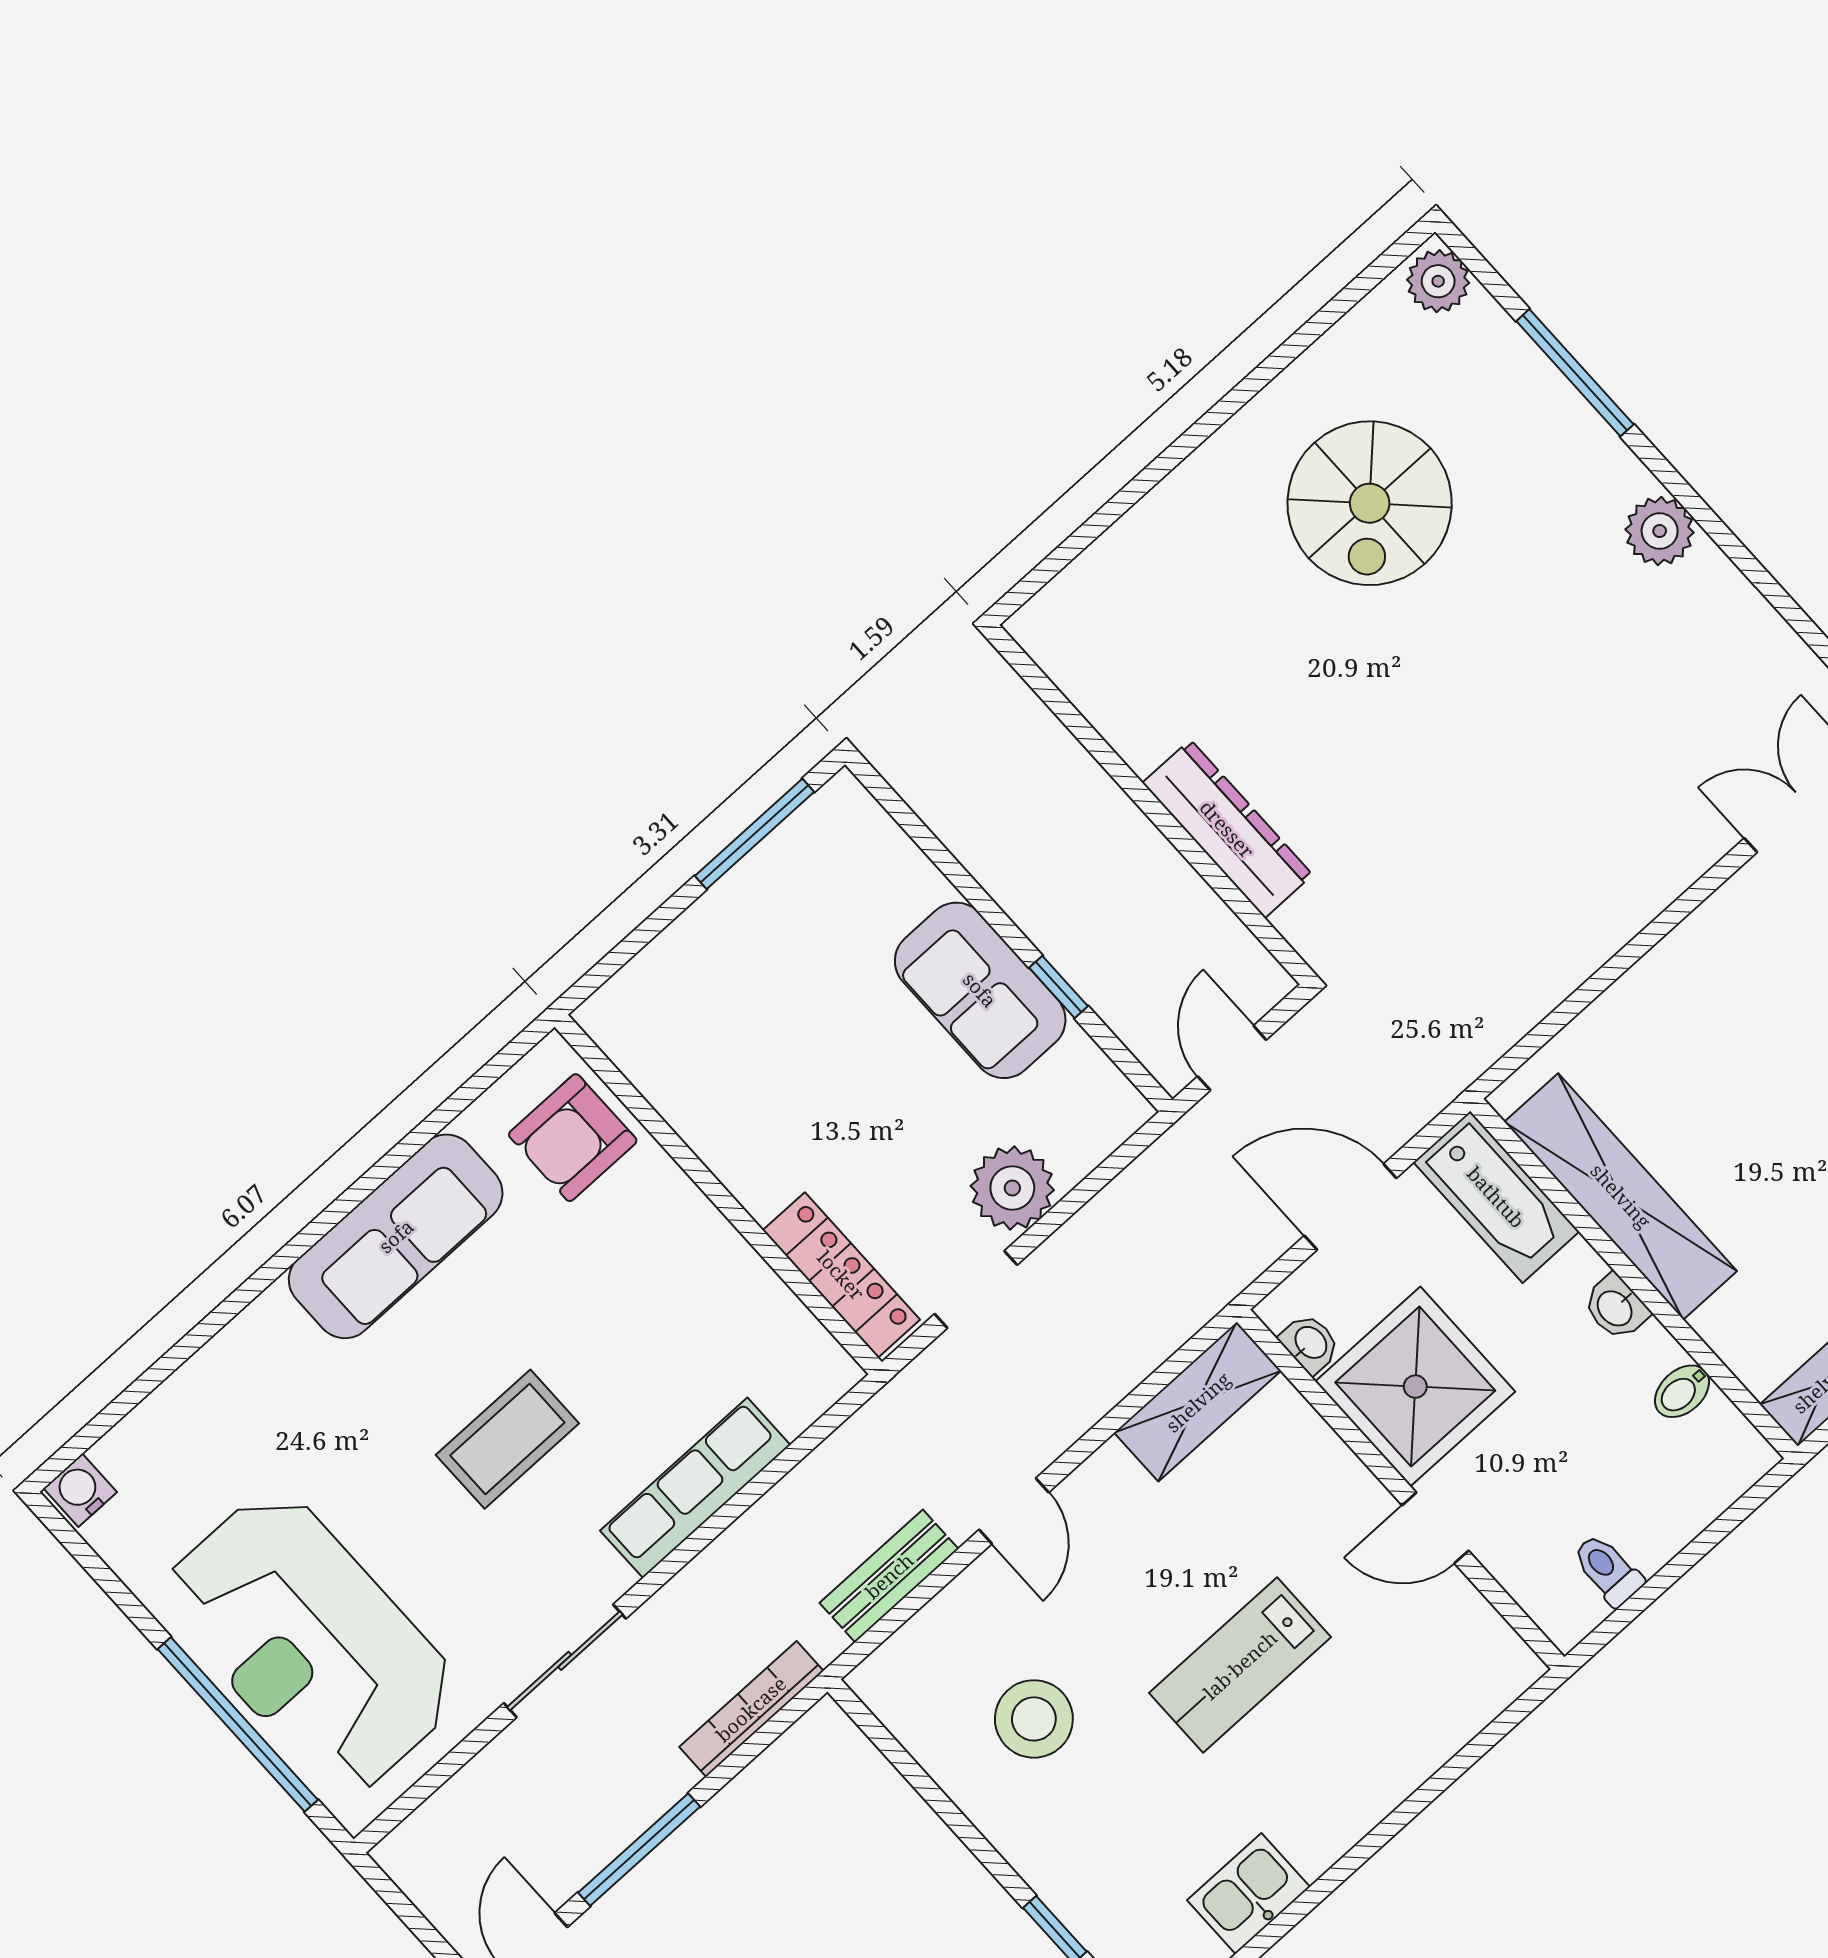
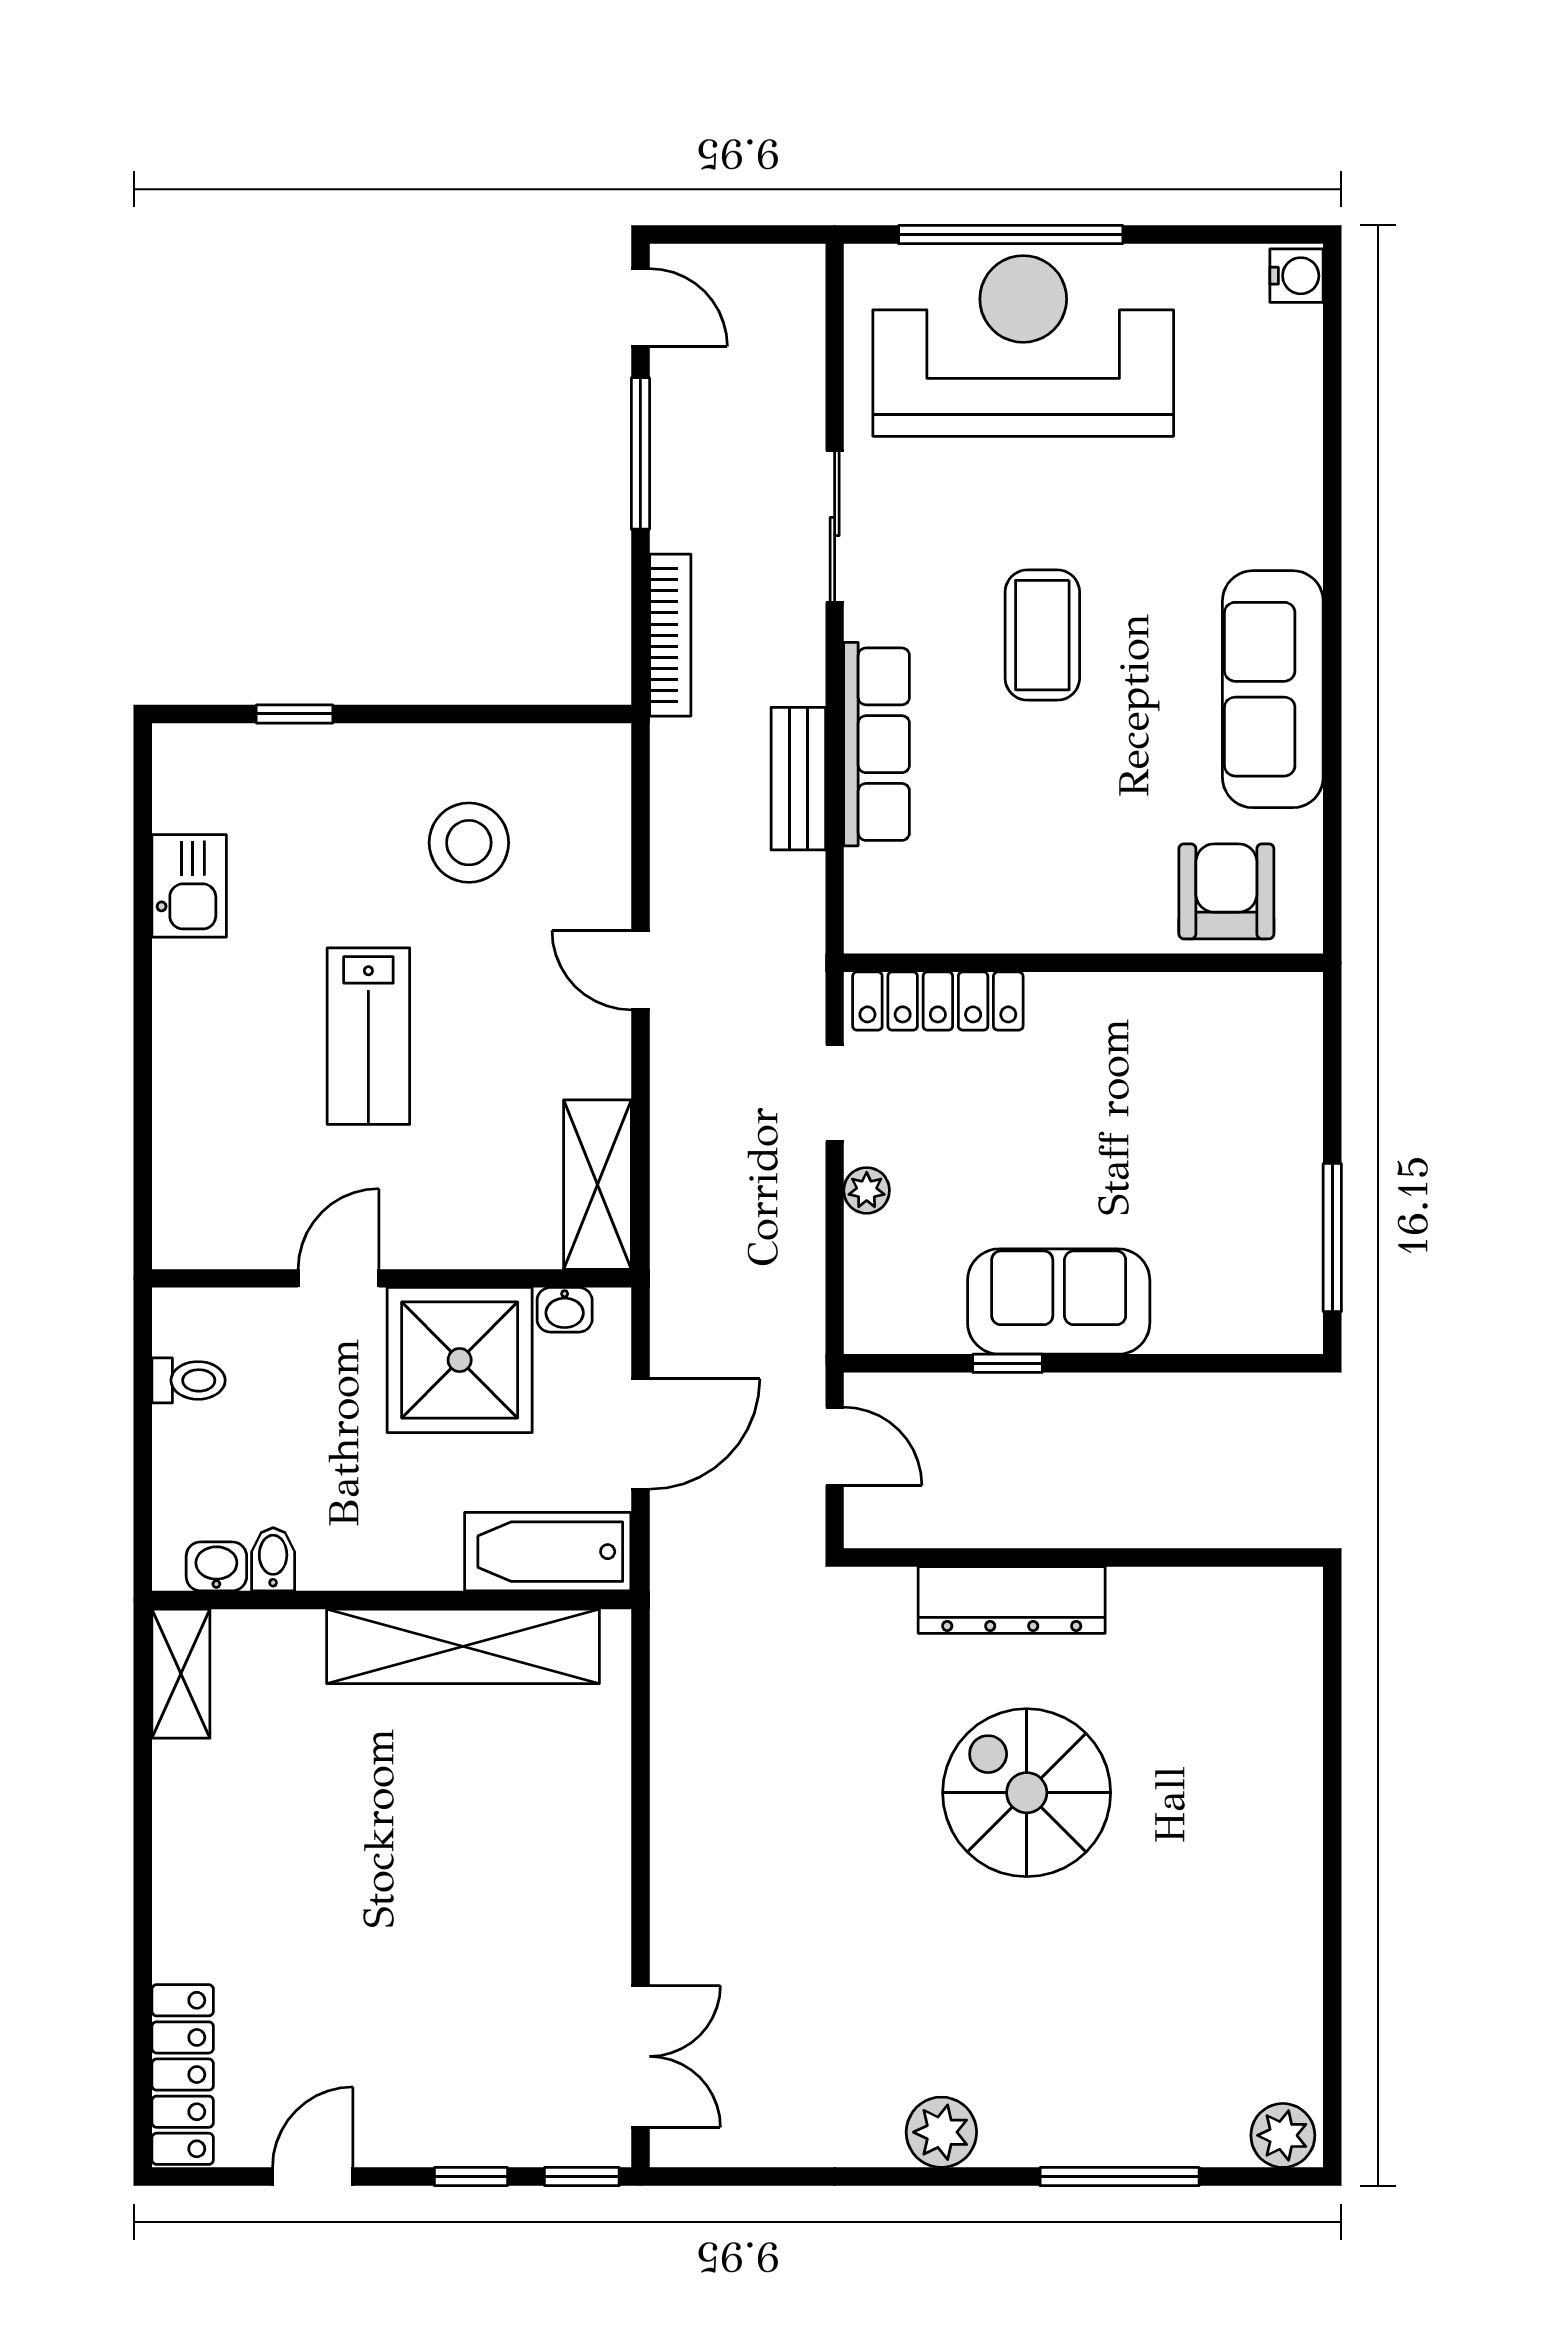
spiral stairs: (1370, 503) -> (1027, 1793), moved
plant: (1012, 1188) -> (867, 1190), width x0.53, depth x0.53
washbasin: (1616, 1307) -> (216, 1566), moved
bench: (889, 1576) -> (798, 779), moved
lab bench: (1240, 1665) -> (368, 1036), turned 180

